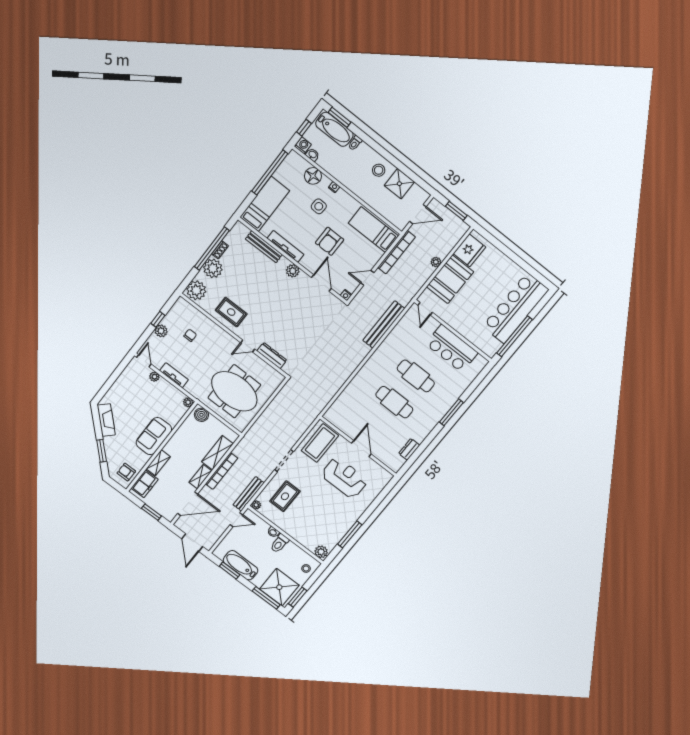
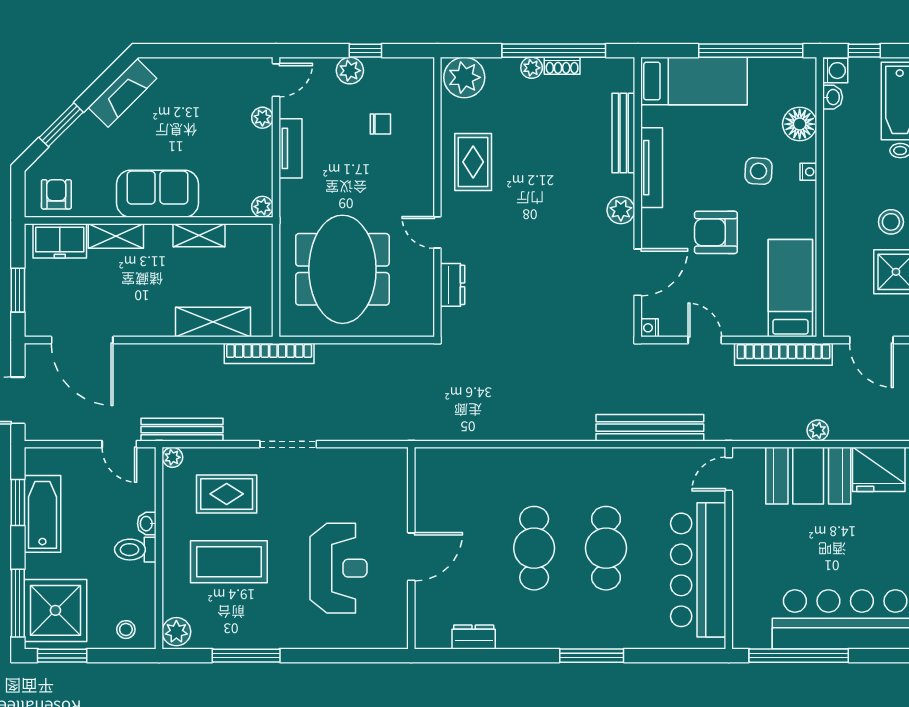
plant: (213, 268) -> (532, 68), width x0.53, depth x0.53
bar counter: (452, 348) -> (698, 570), width x1.36
dresser: (272, 356) -> (453, 285), width x0.70
boiler: (201, 415) -> (258, 245), removed
coffee table: (320, 443) -> (229, 562), moved
bookcase: (222, 471) -> (269, 353), moved
shelving: (200, 477) -> (199, 235), moved

